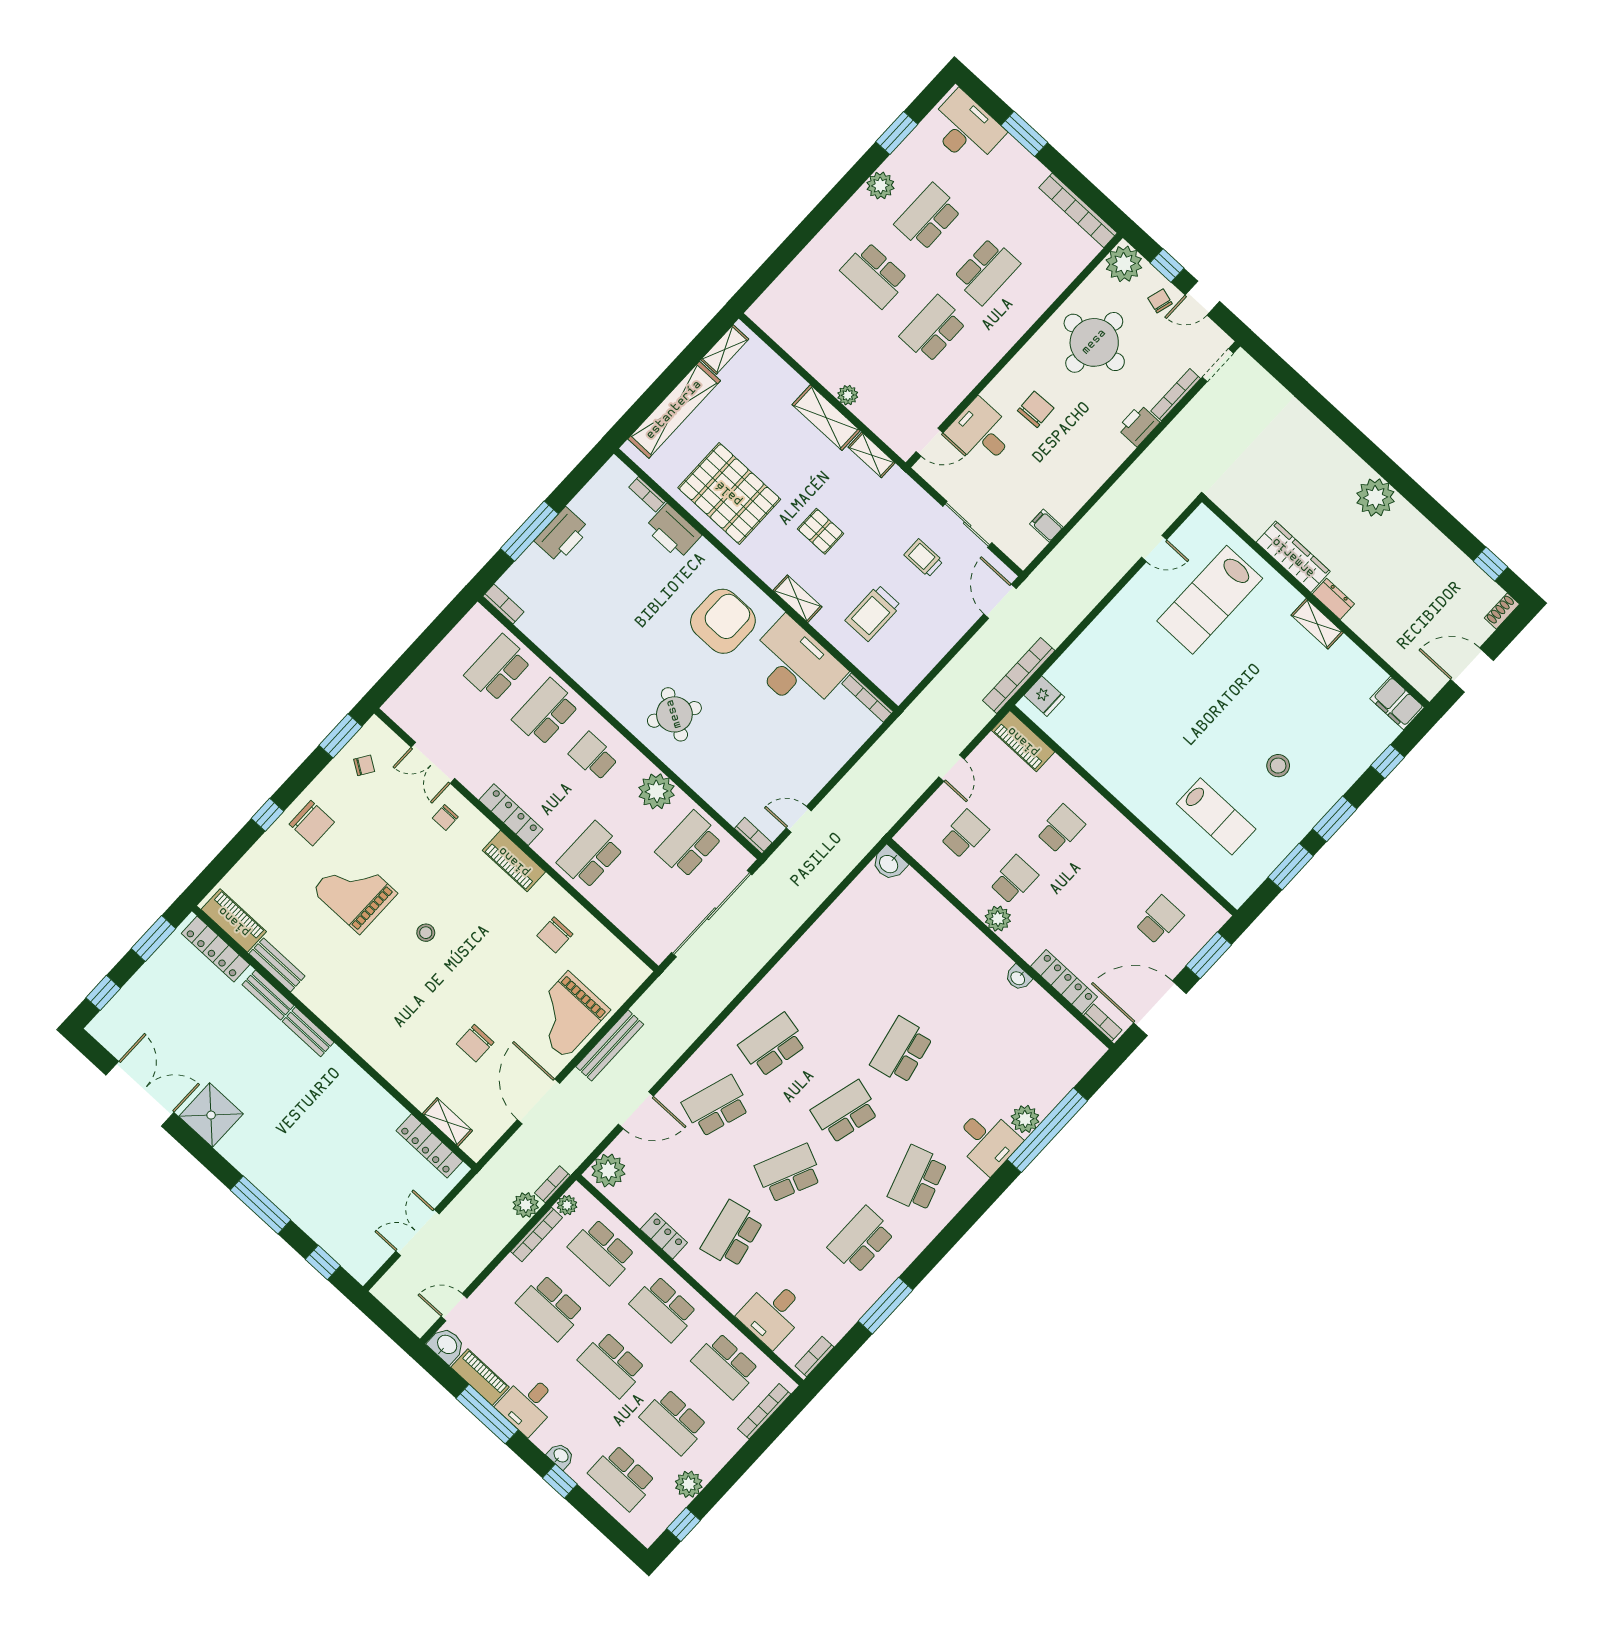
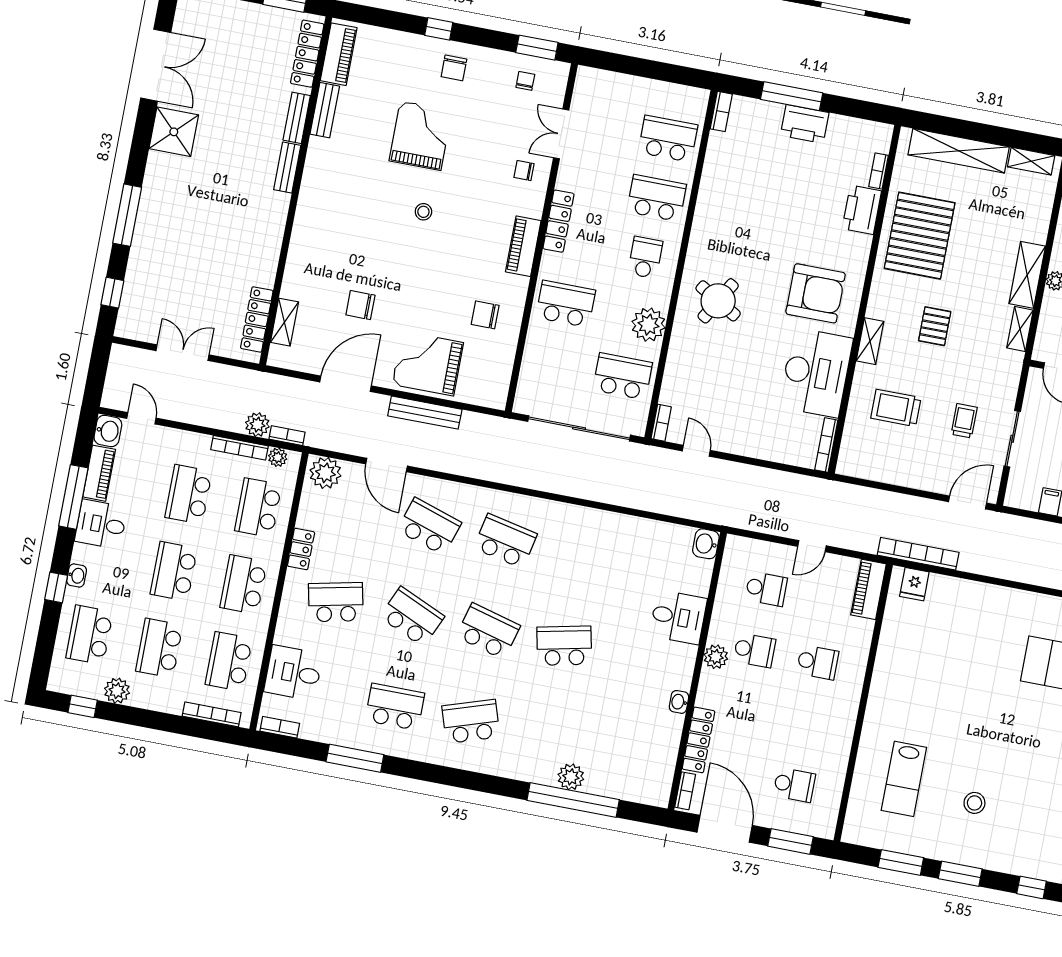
chair: (364, 765) -> (525, 81), turned -123
chair: (312, 823) -> (454, 68), width x0.73, depth x0.73
desk: (987, 1141) -> (678, 617), moved, turned -90

